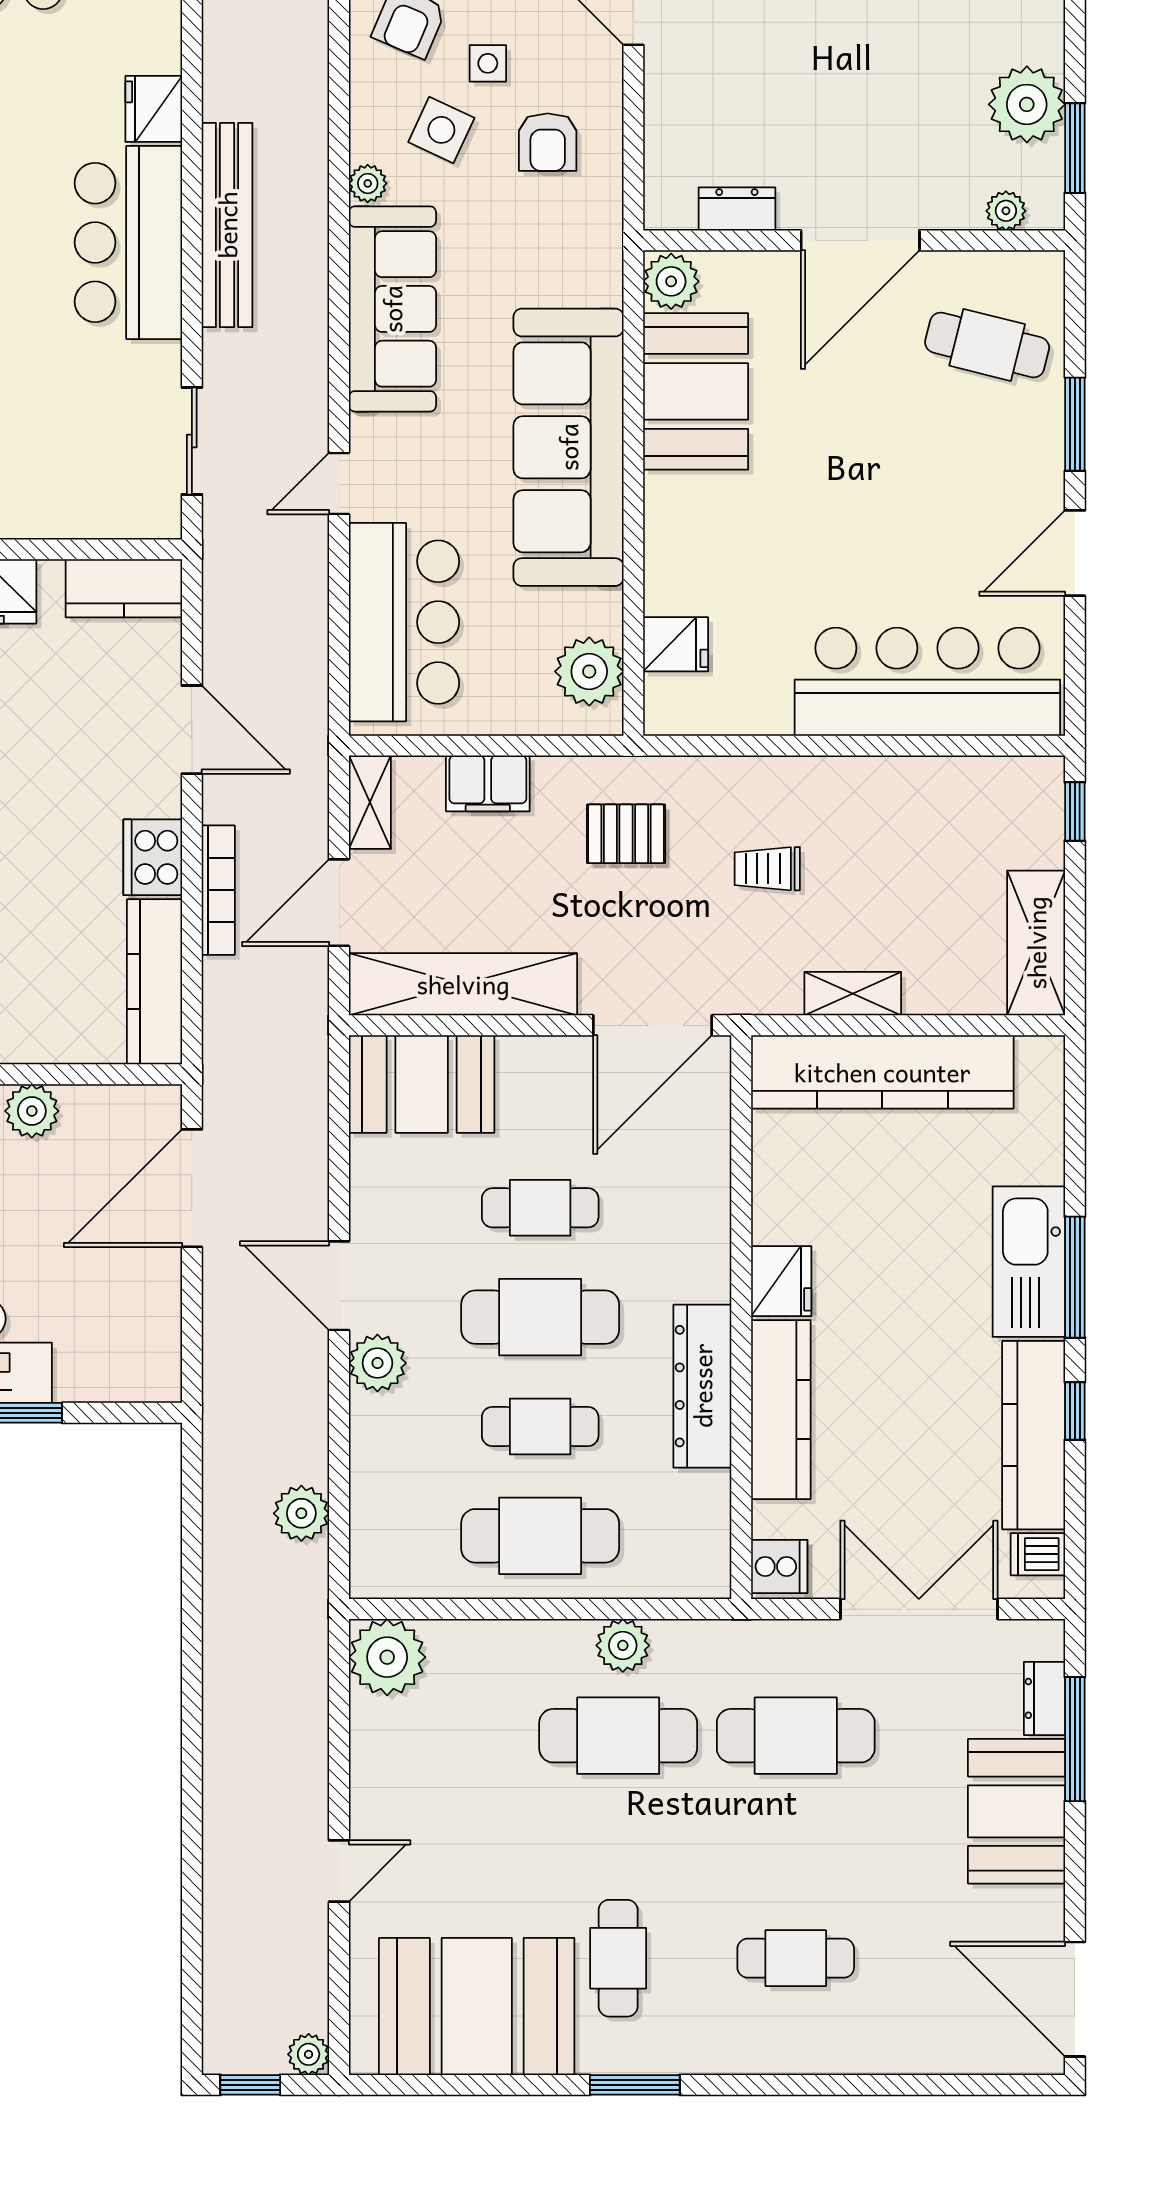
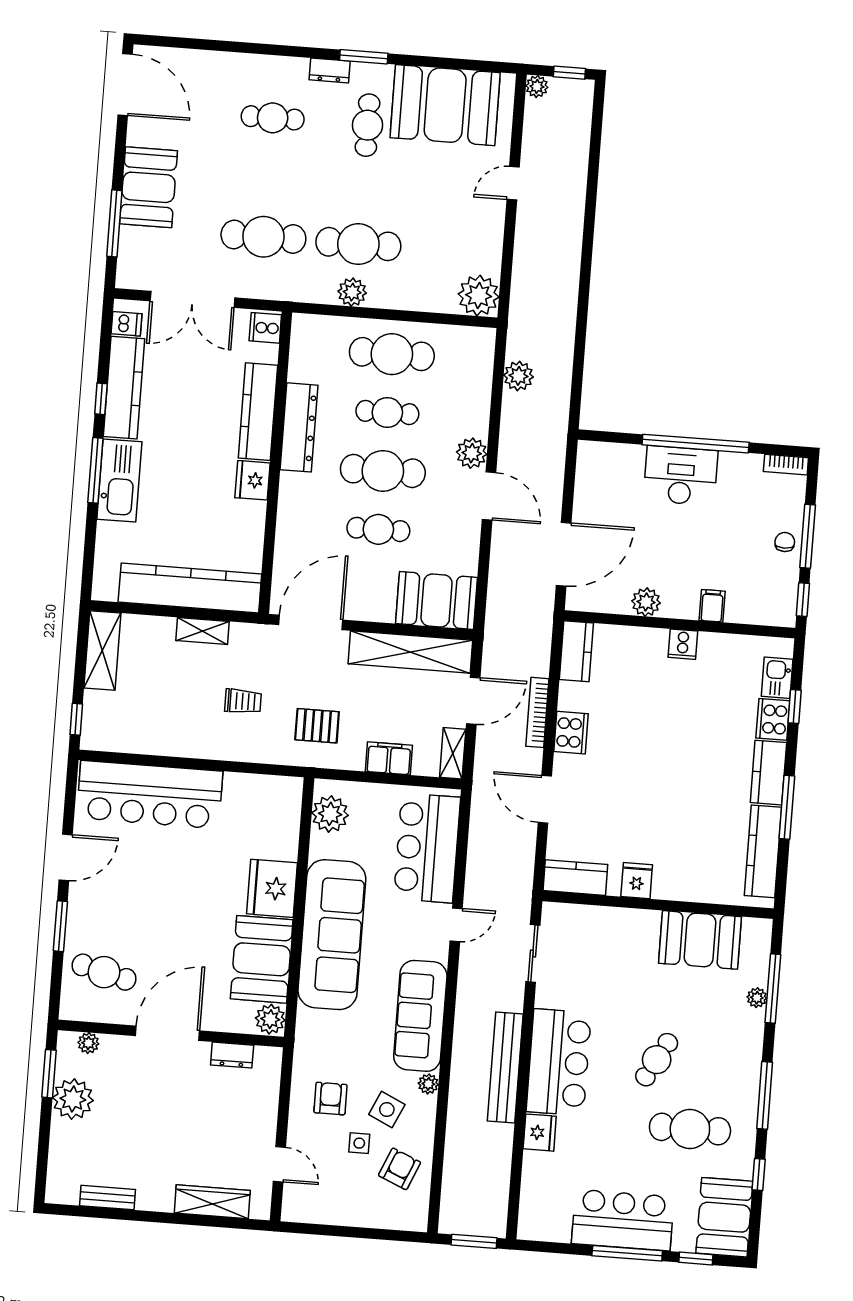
fridge: (676, 644) -> (272, 888), moved, width x1.88, depth x1.34
kitchen counter: (154, 982) -> (576, 651), width x0.67
dresser: (1044, 1698) -> (330, 70), moved, turned 90

